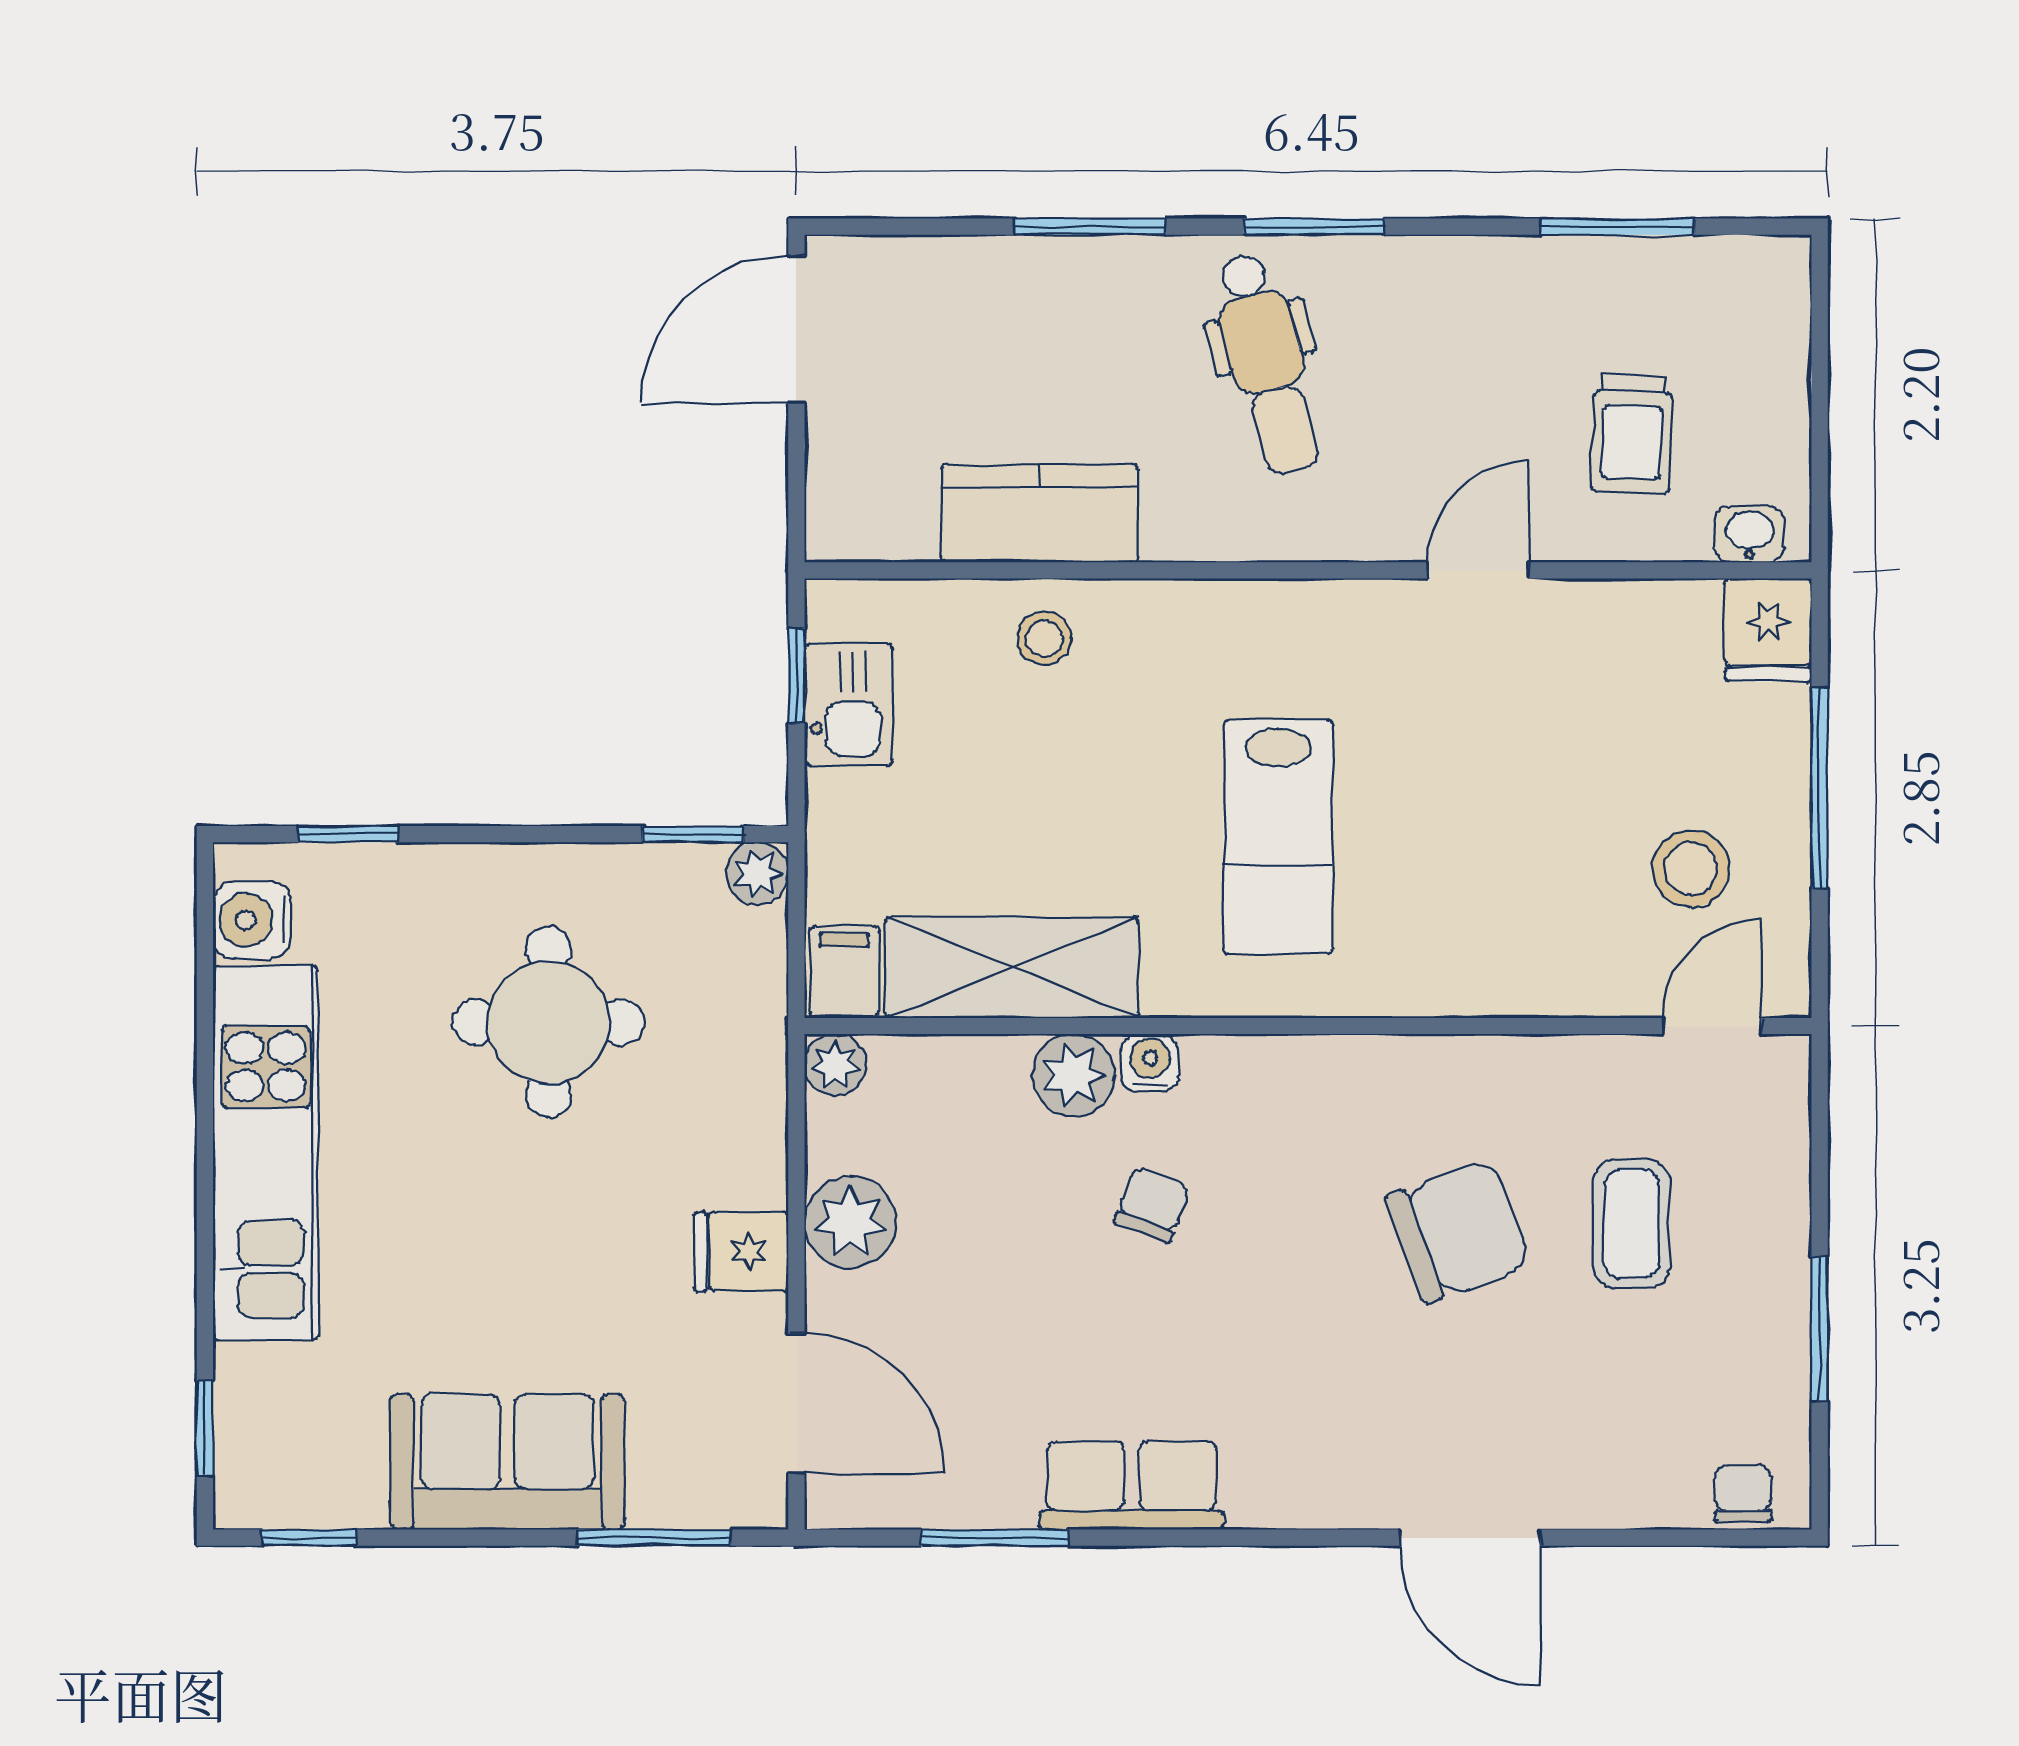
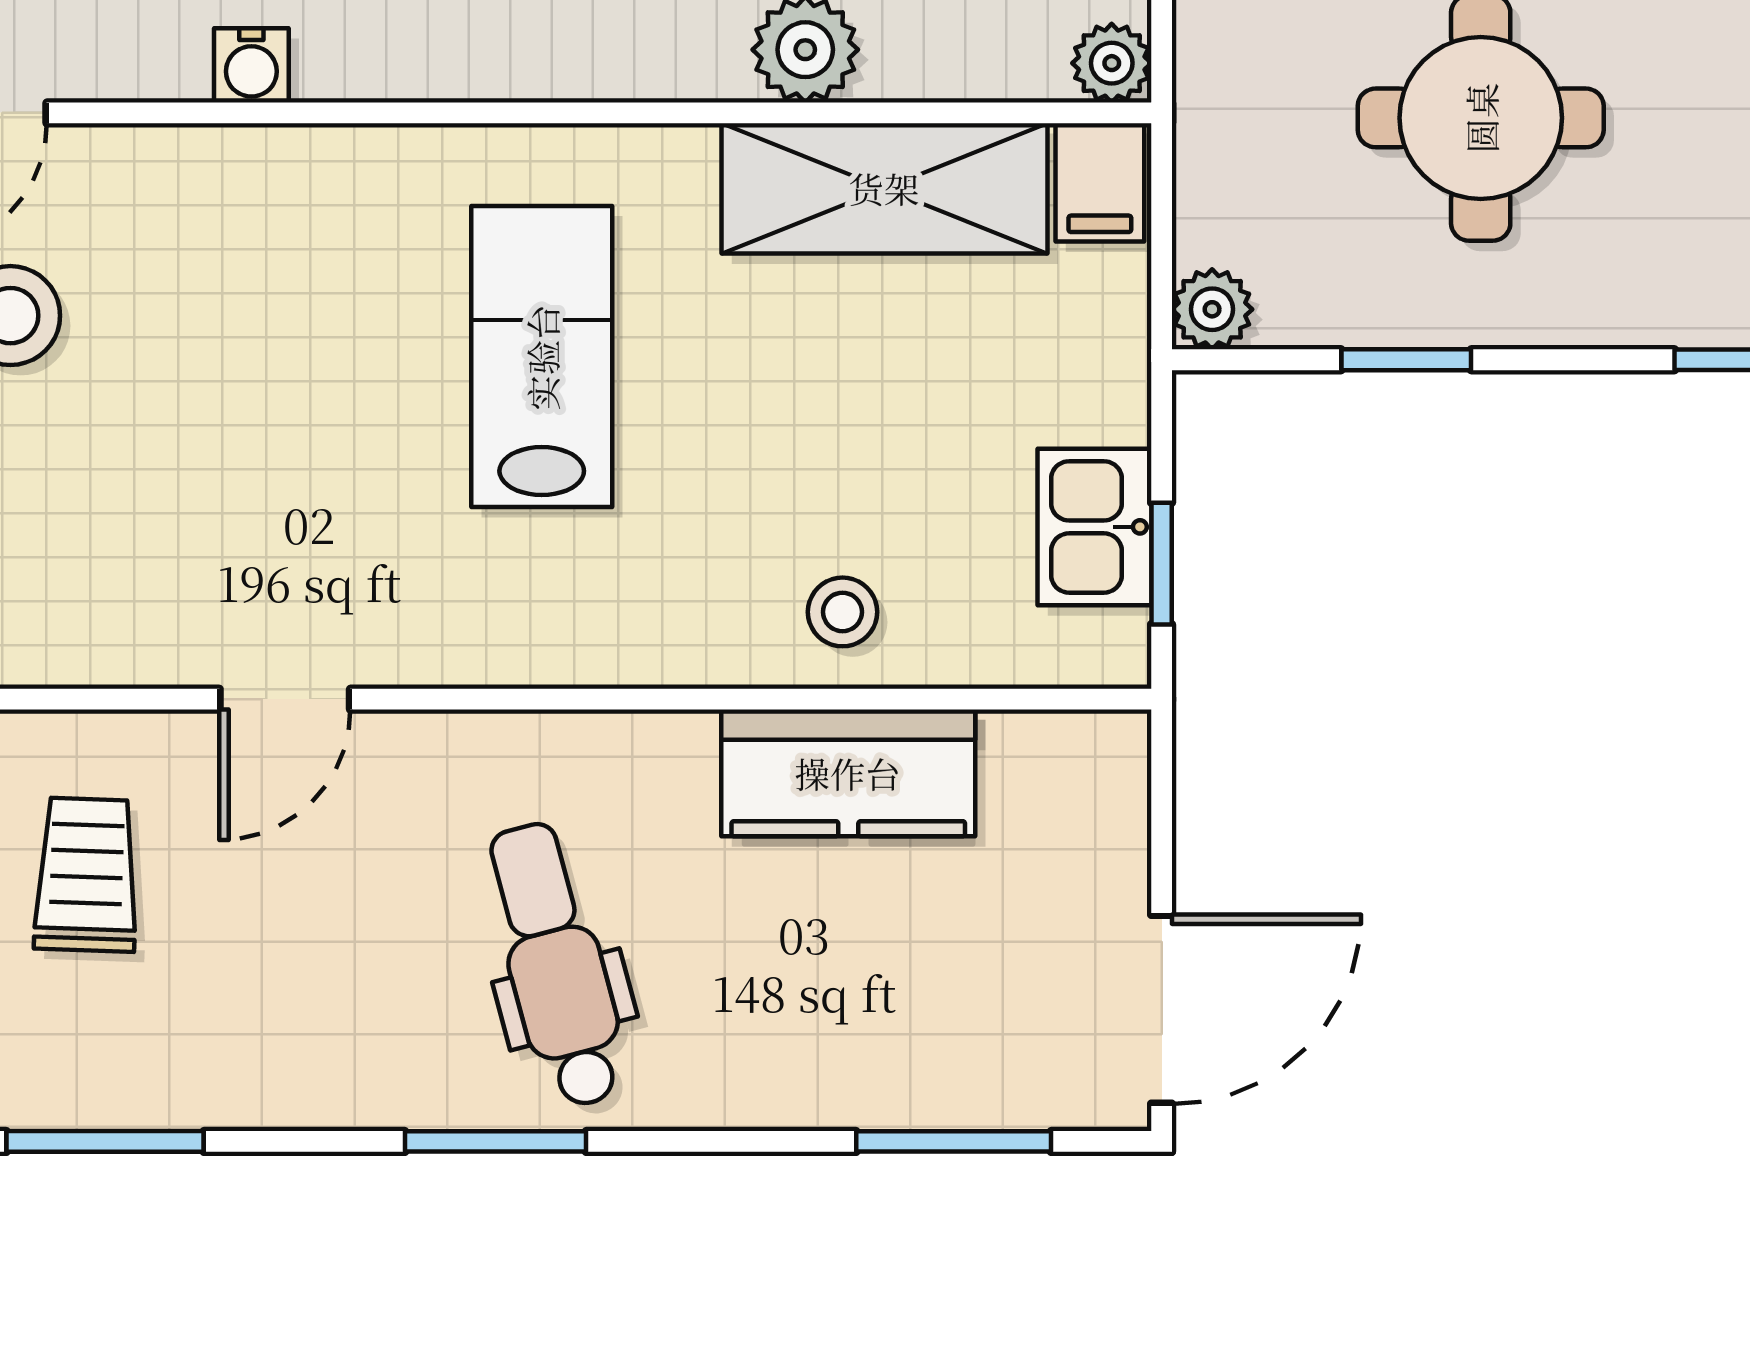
window: (1090, 227) -> (954, 1141), moved
window: (693, 834) -> (1406, 360), moved
water cooler: (1150, 1063) -> (251, 65), moved

